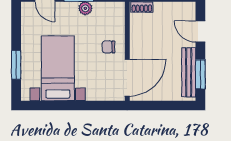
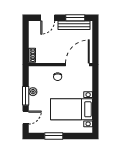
window: (16, 65) -> (54, 136), moved
door: (127, 78) -> (77, 65), hinge flipped

